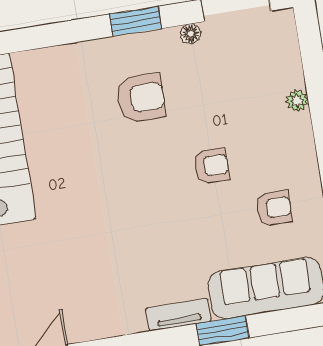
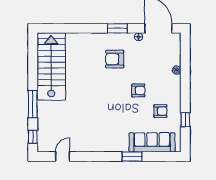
armchair: (141, 98) -> (115, 59), turned 180
tv unit: (178, 315) -> (116, 147), removed

